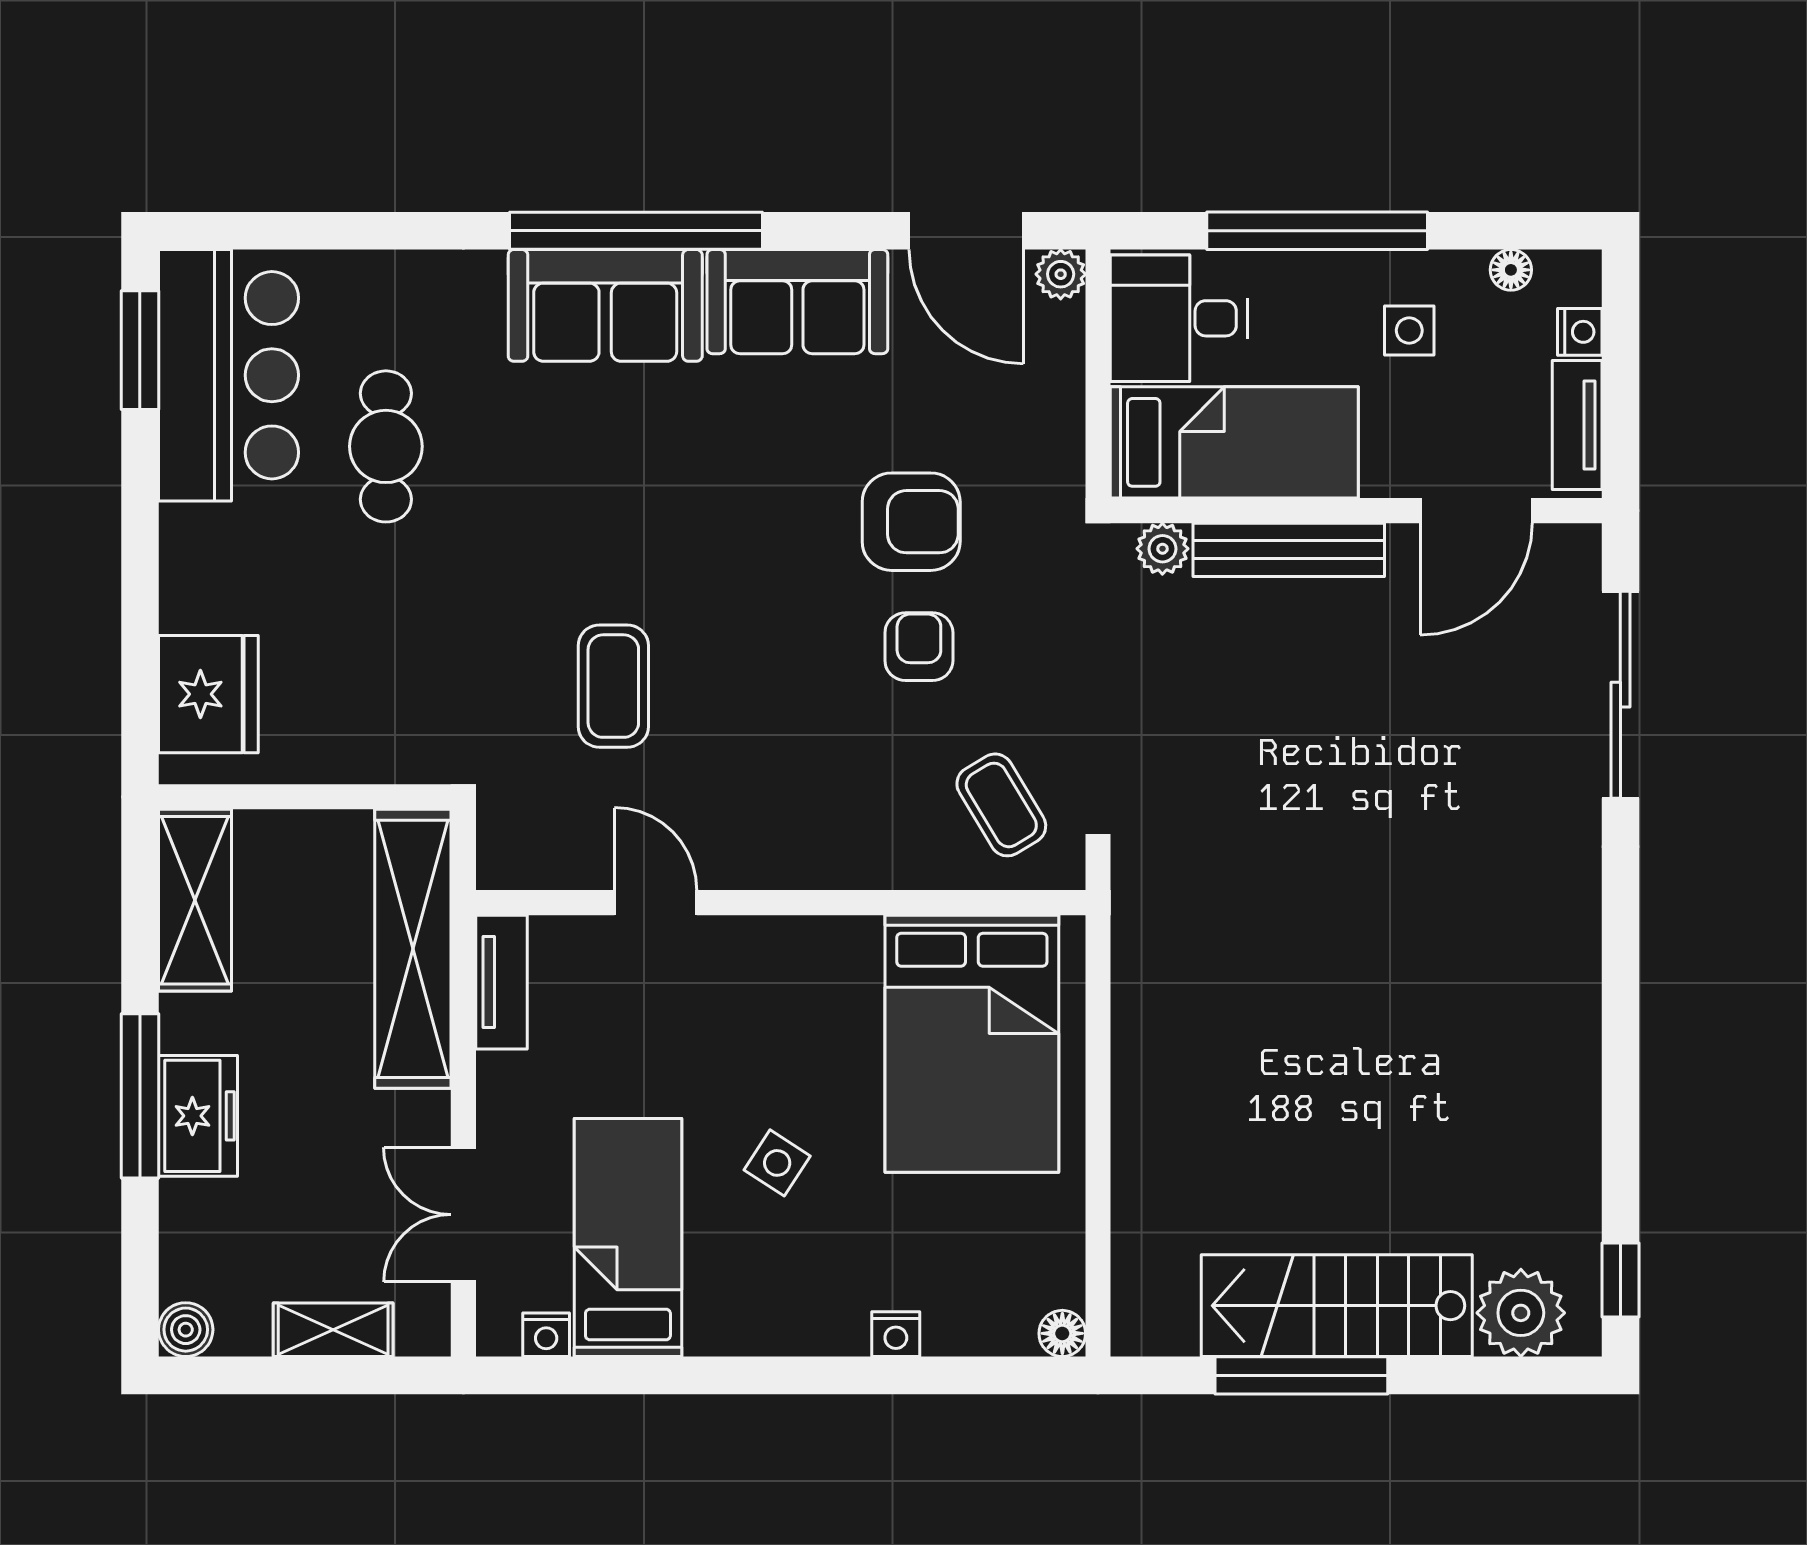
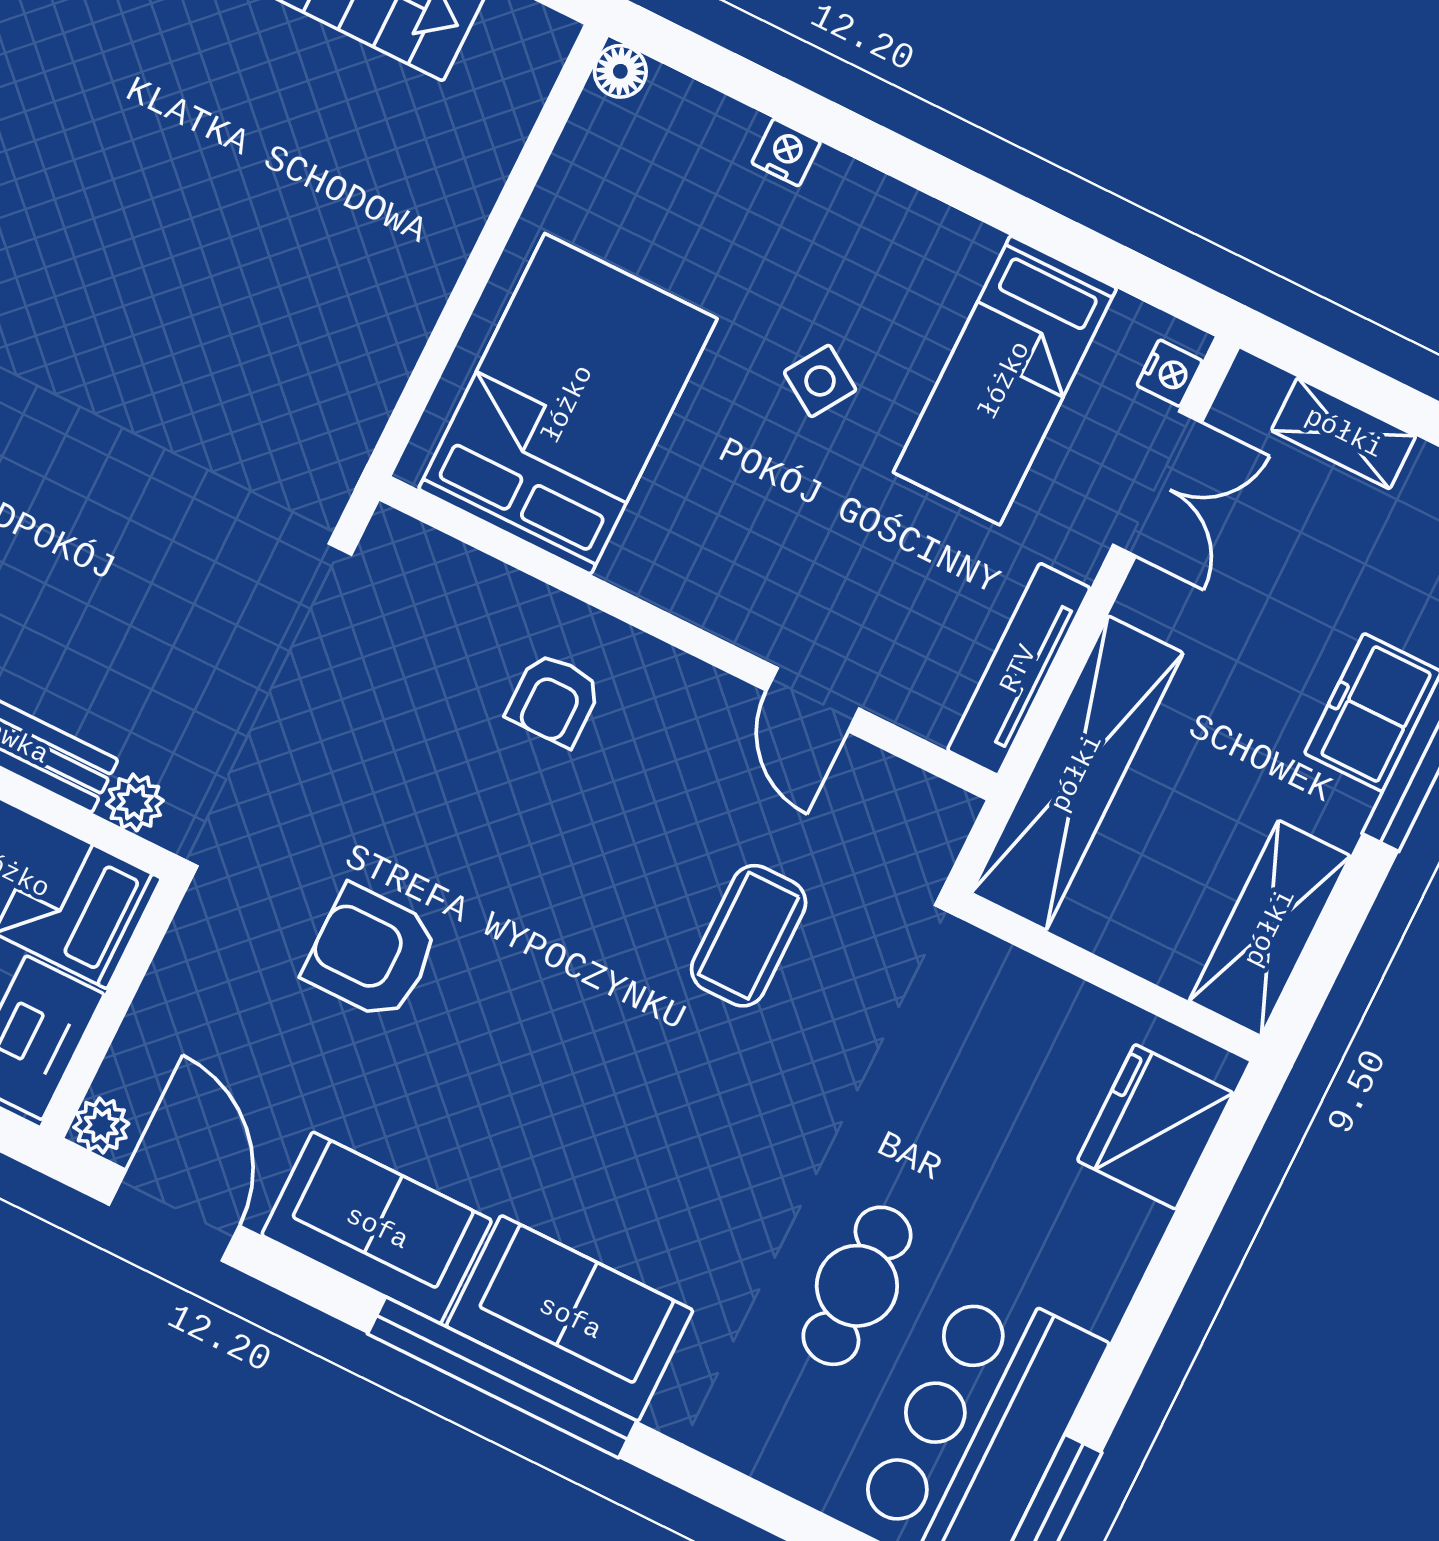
armchair: (919, 647) -> (554, 700), moved
coffee table: (1001, 805) -> (421, 627), removed
tv unit: (501, 982) -> (1019, 669), width x1.41
nightstand: (546, 1335) -> (1170, 373), moved, turned 90

